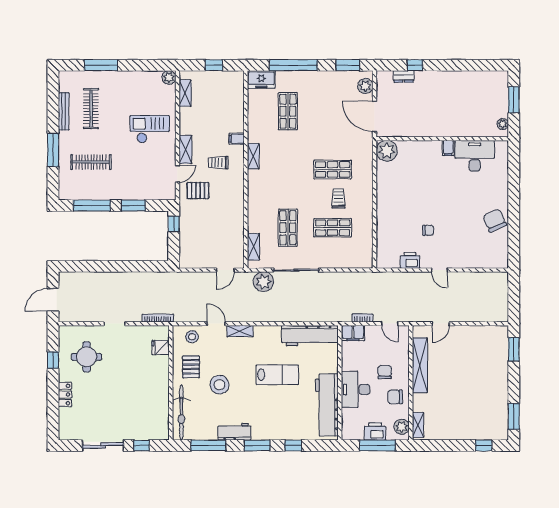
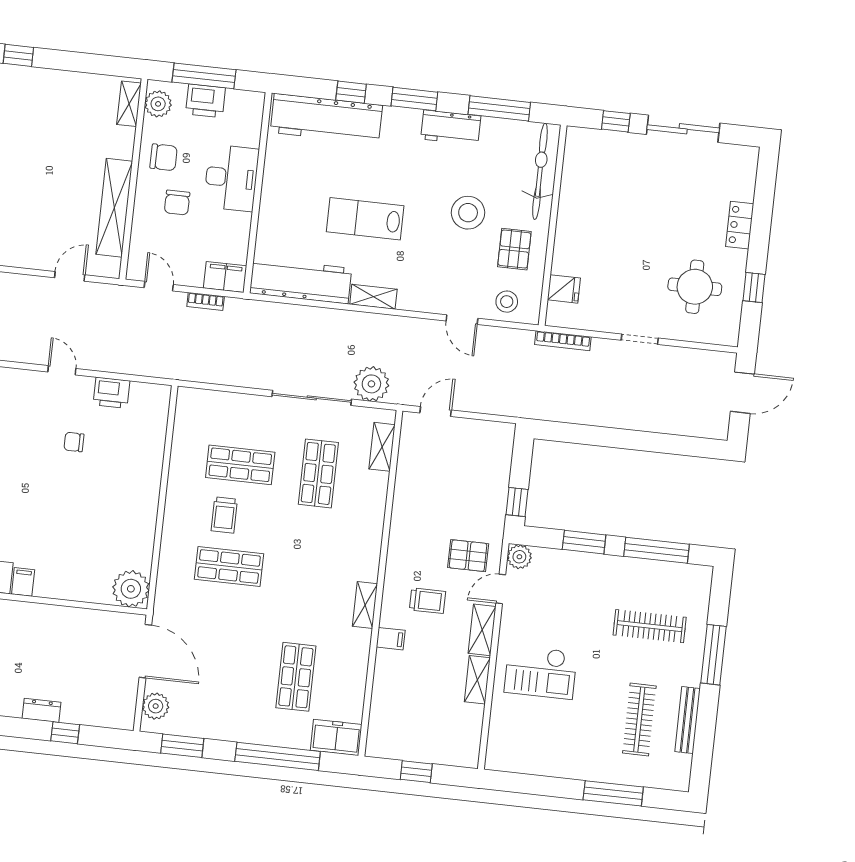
dresser: (404, 76) -> (42, 710), moved
plant: (169, 77) -> (519, 557), moved
shelving: (185, 93) -> (477, 680), moved
shelving: (240, 331) -> (373, 297), moved
workbench: (327, 405) -> (326, 119), moved, turned 90

